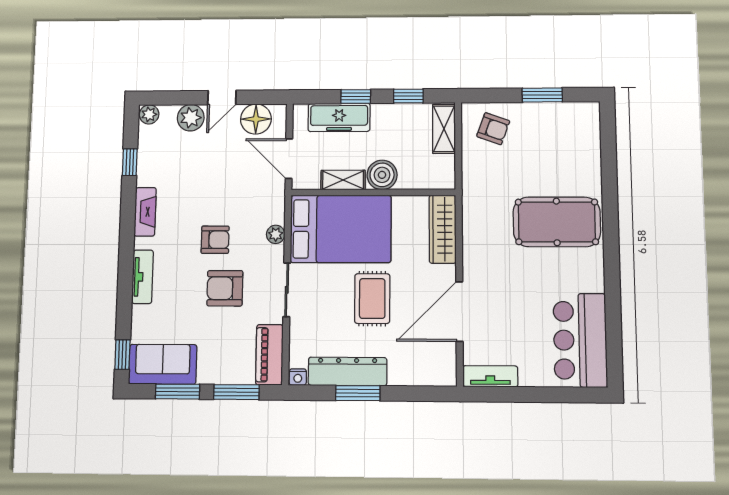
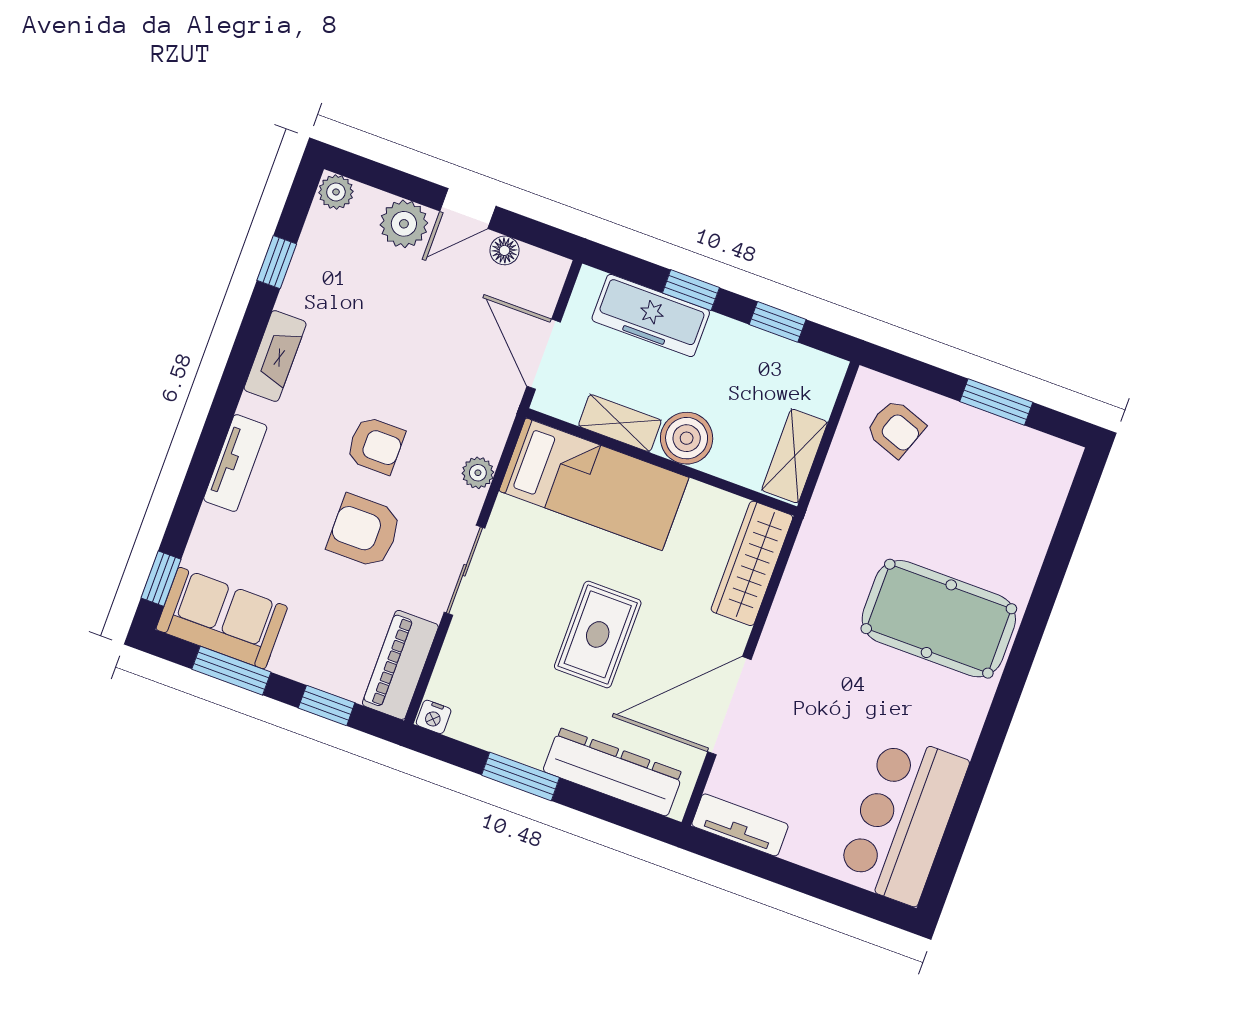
floor lamp: (256, 119) -> (504, 250), width x0.53, depth x0.53
shelving: (444, 129) -> (795, 456), moved
bed: (341, 229) -> (594, 484), width x0.67
dresser: (347, 371) -> (613, 772), moved
window: (236, 392) -> (327, 705), width x0.67

